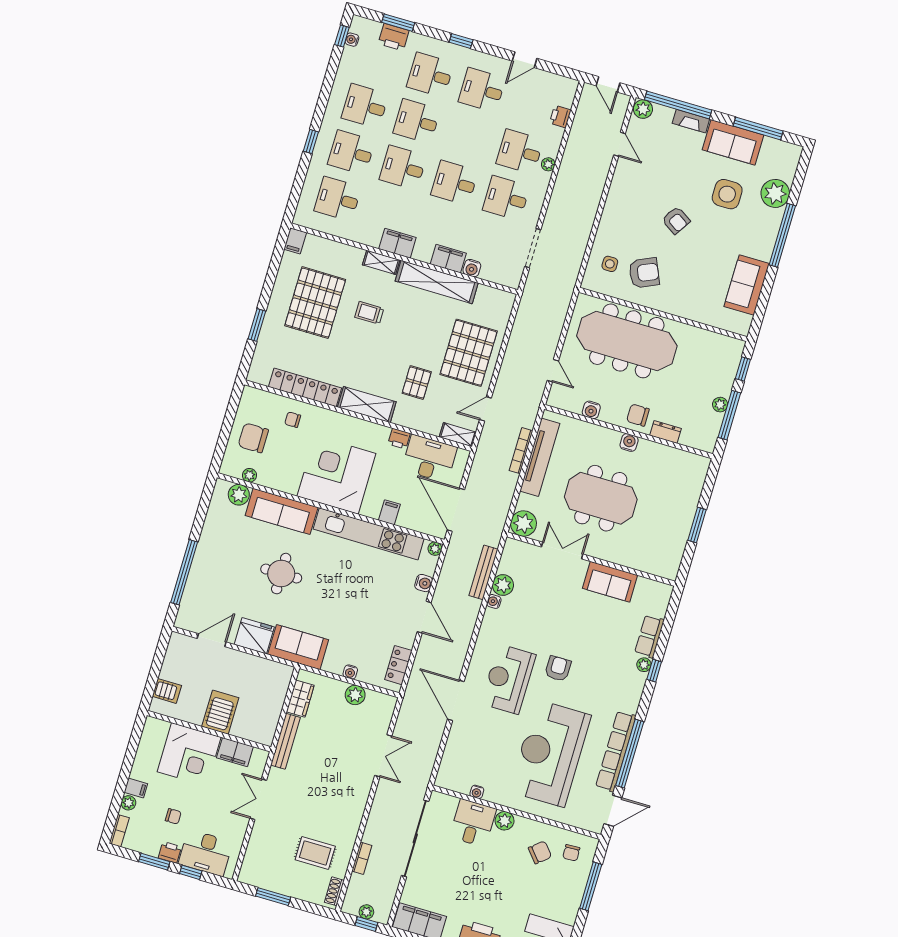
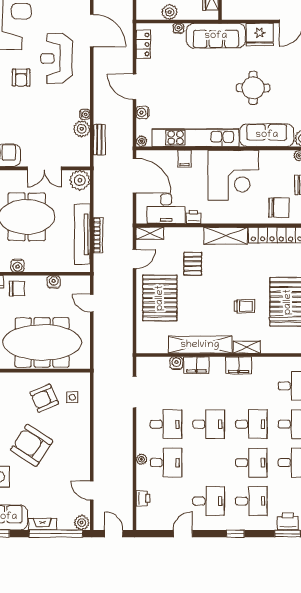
armchair: (676, 220) -> (32, 445), width x1.88, depth x1.88
chair: (293, 420) -> (279, 208), width x1.87, depth x1.87
bench: (484, 572) -> (99, 140), width x0.73
sofa: (298, 647) -> (216, 36), width x1.36
reception desk: (508, 679) -> (56, 58), turned 180

